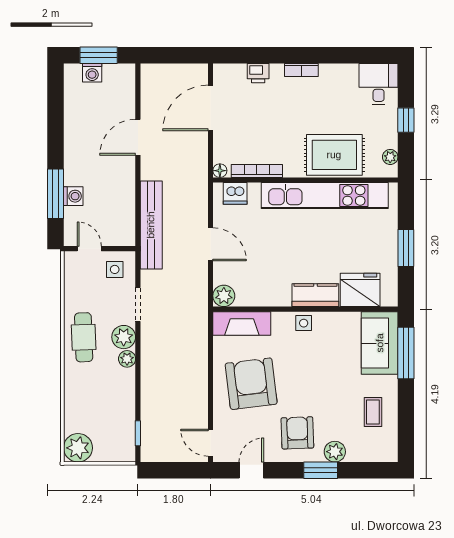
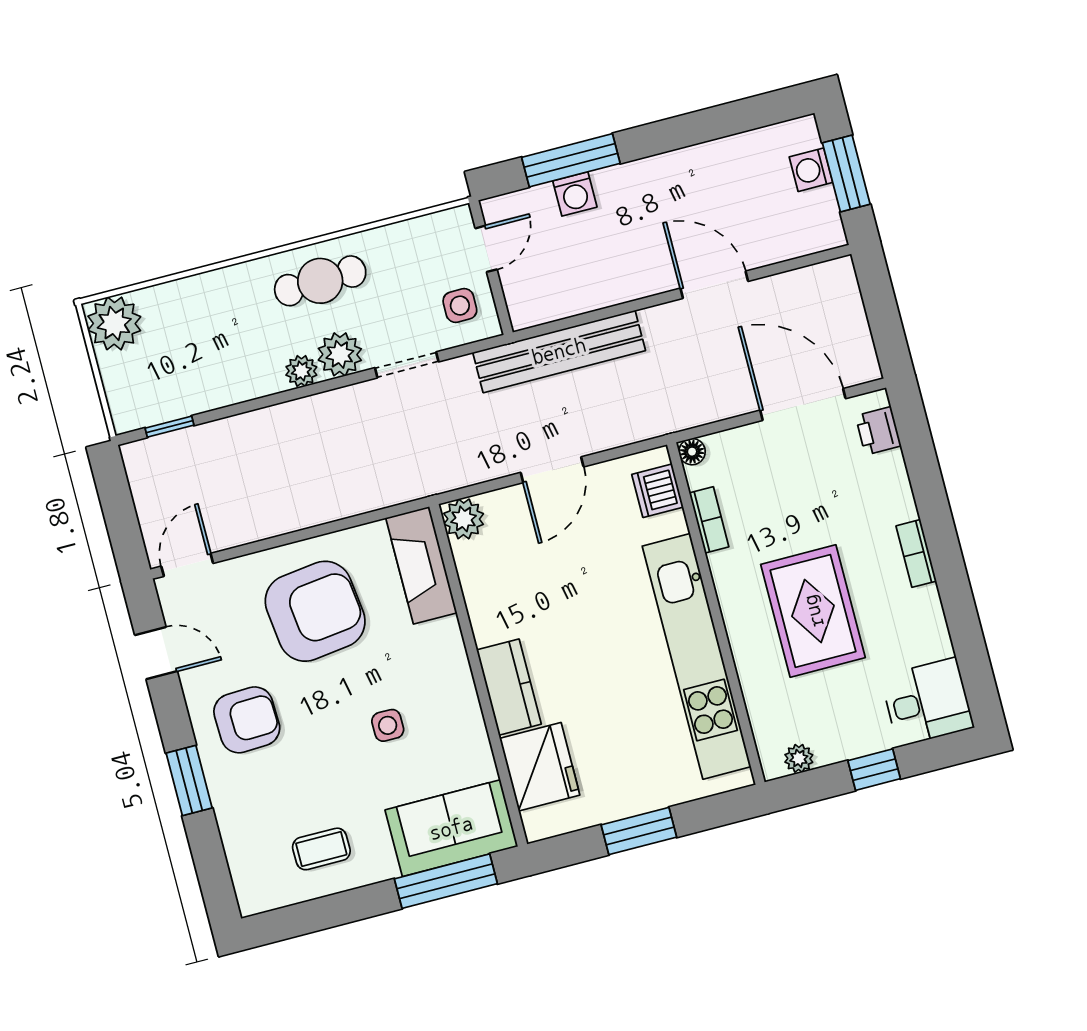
printer: (258, 73) -> (878, 431), moved
rug: (334, 155) -> (813, 611), moved
bookcase: (257, 171) -> (709, 520), width x0.64
side table: (304, 323) -> (388, 725), moved
plant: (335, 452) -> (230, 798), removed

